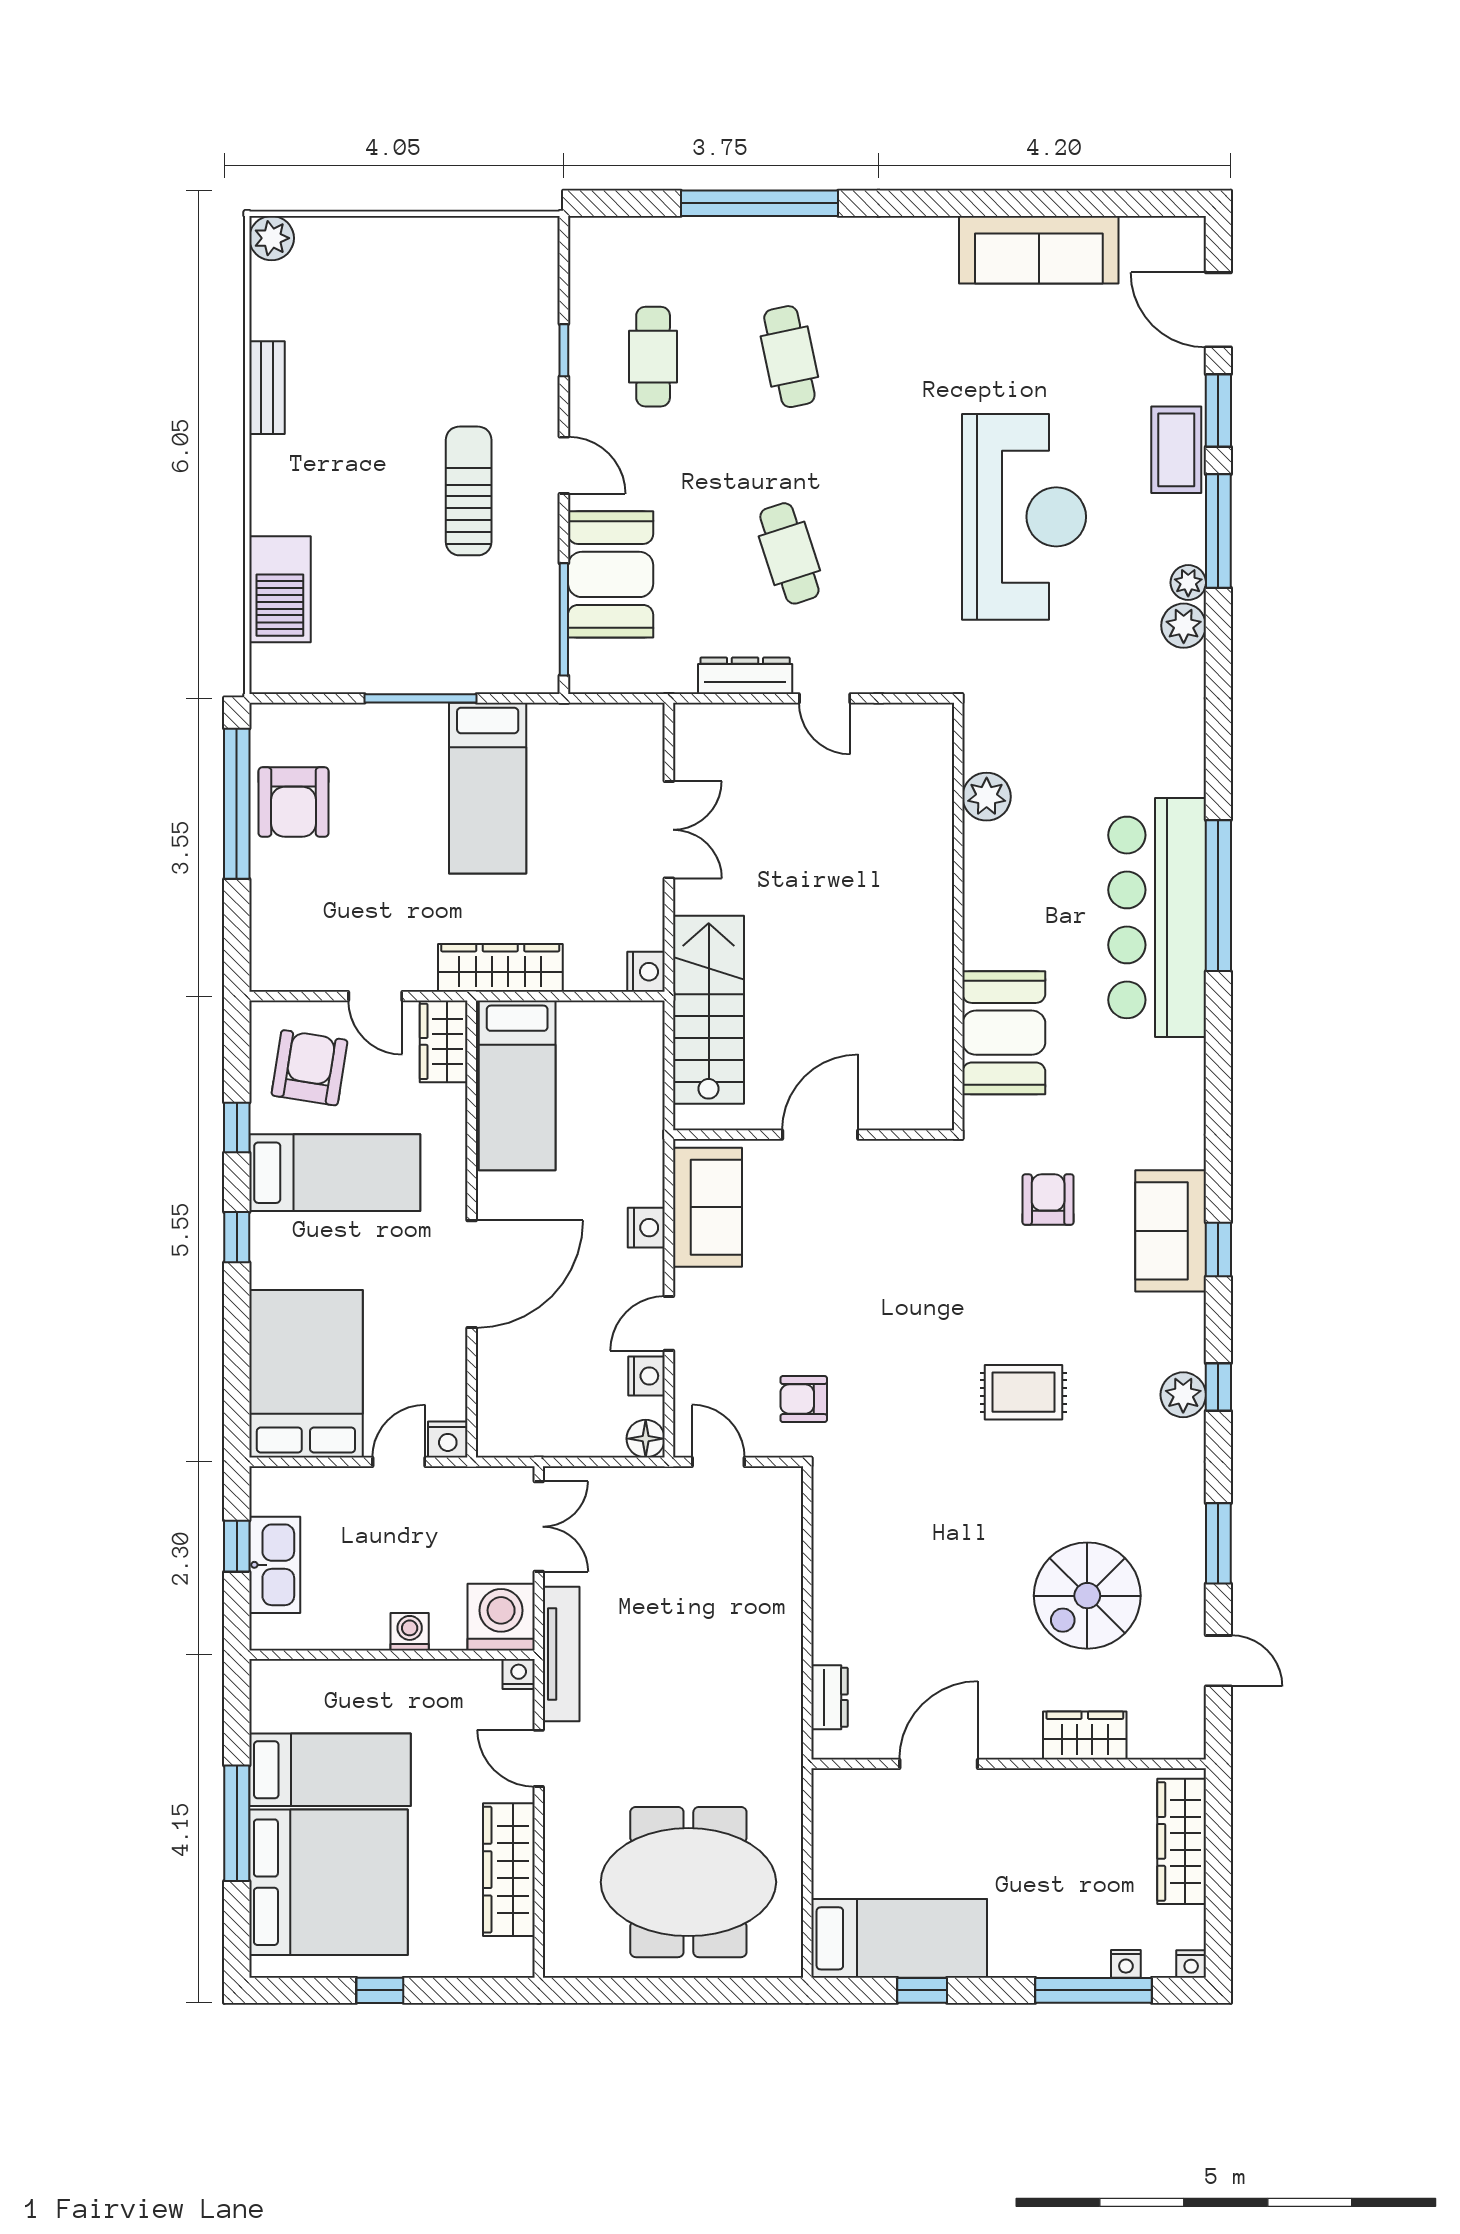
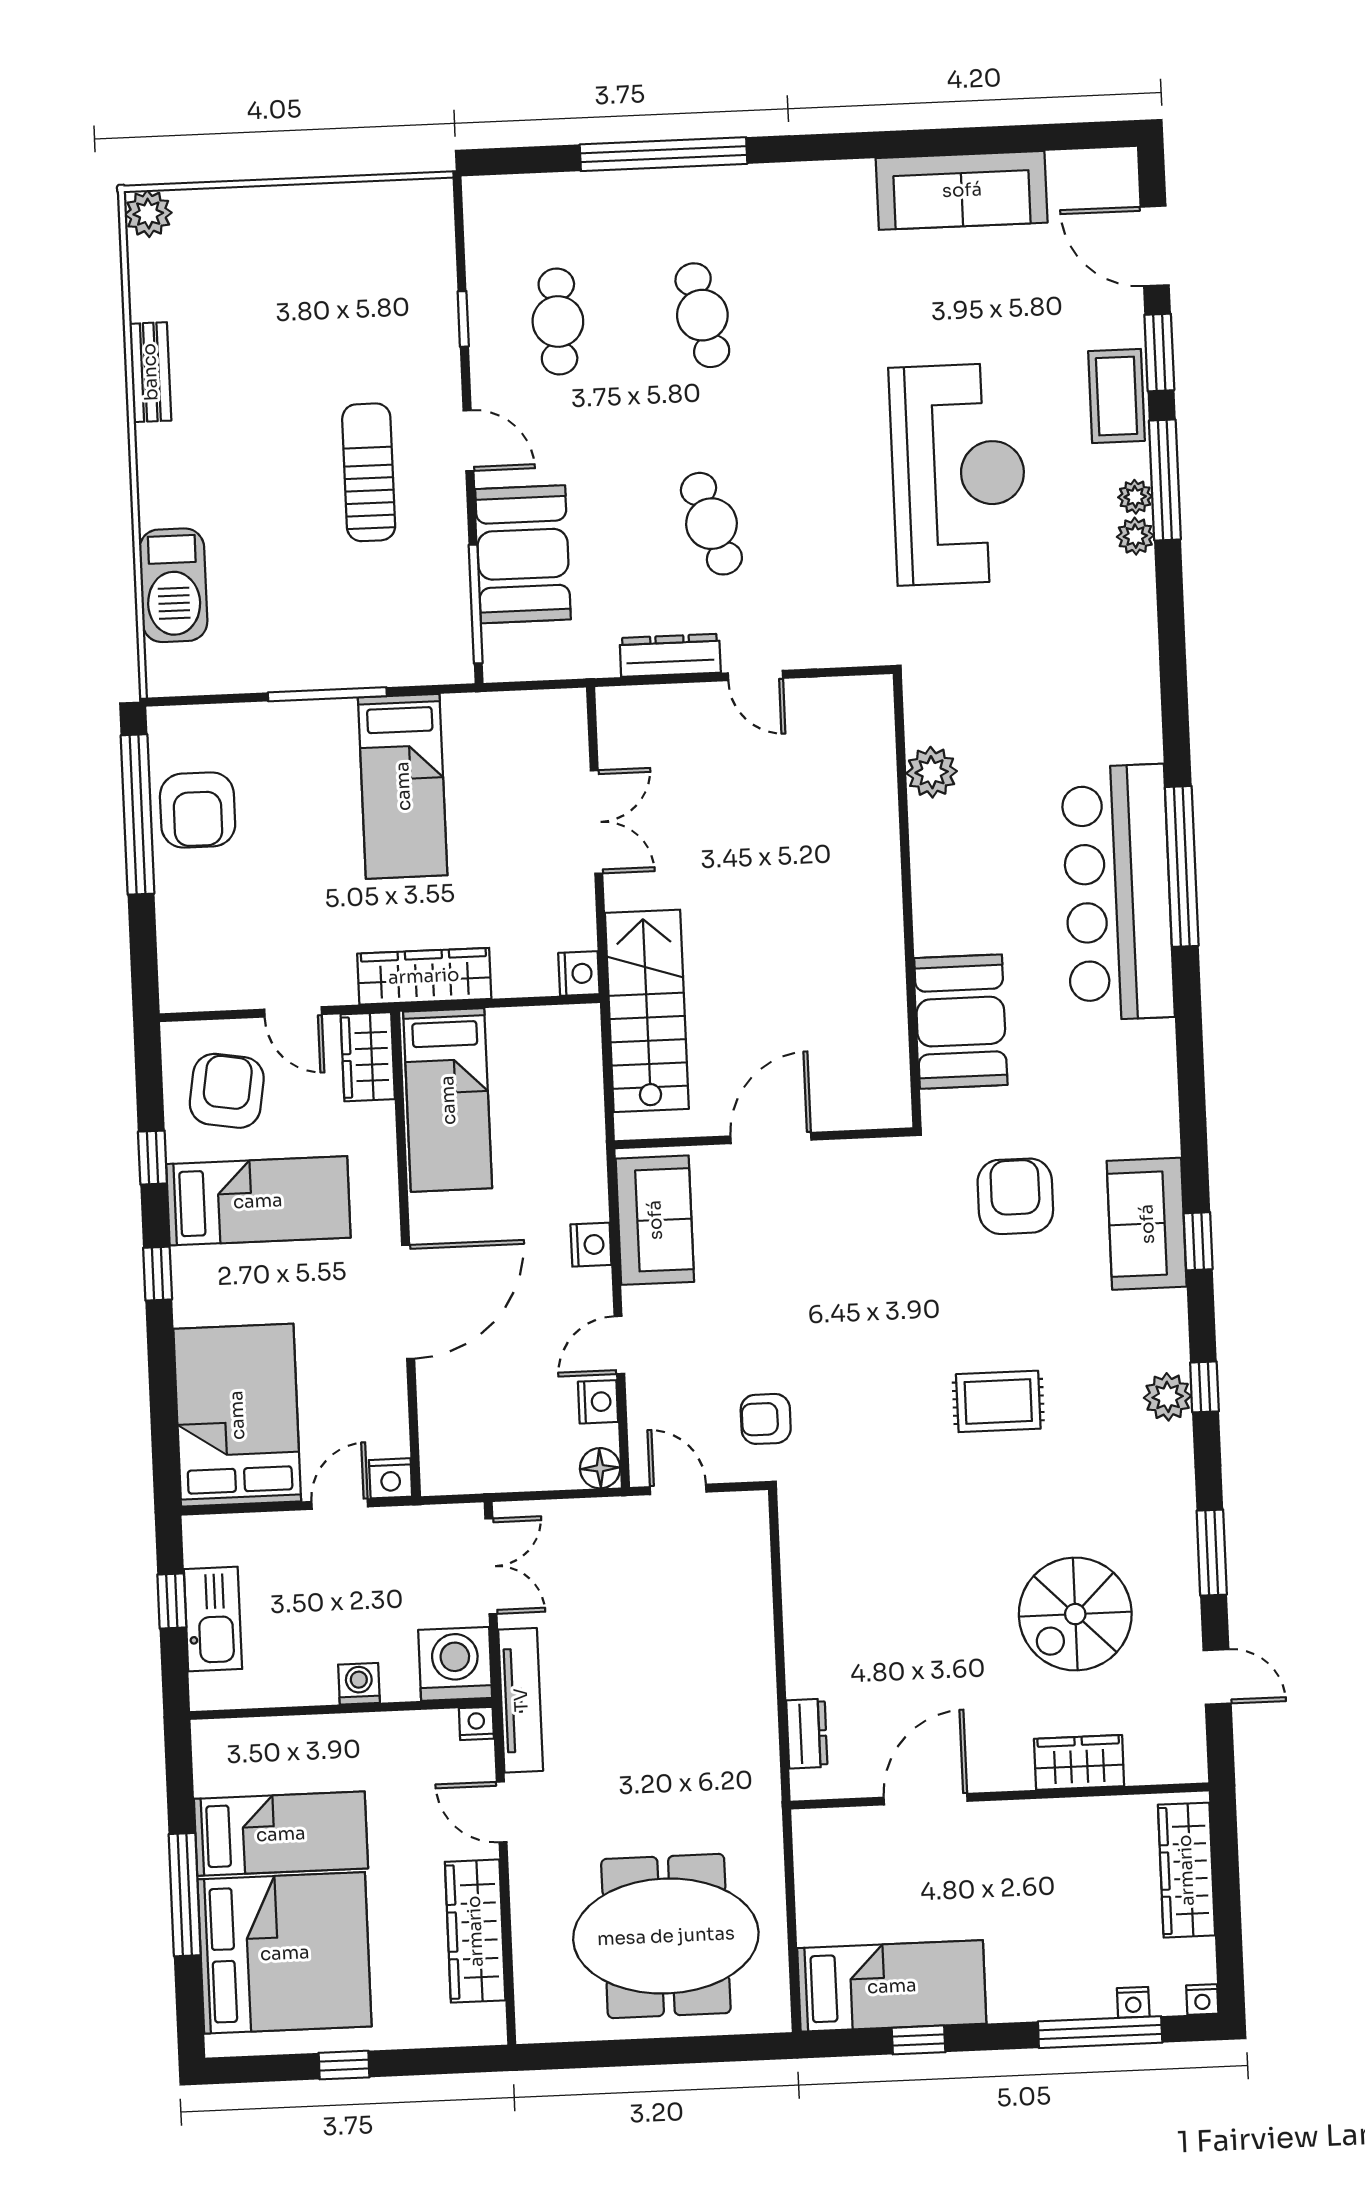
plant: (1184, 626) -> (1135, 497), moved, width x0.73, depth x0.73
armchair: (1048, 1200) -> (1015, 1196), width x1.38, depth x1.38

